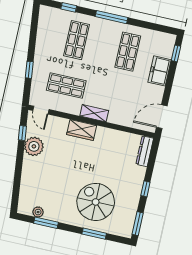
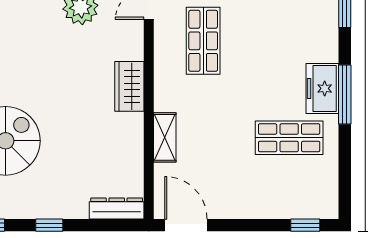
shop shelf: (77, 40) -> (289, 41), removed
freezer: (160, 71) -> (322, 88), moved, turned -90
shelving: (94, 113) -> (165, 137), moved

